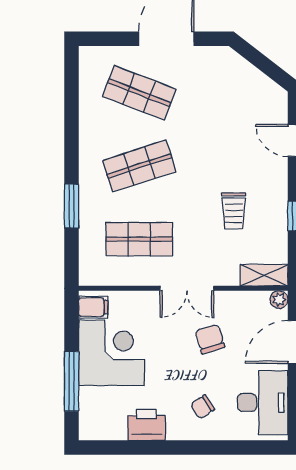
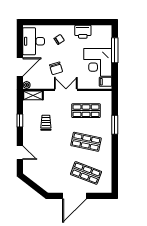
shop shelf: (139, 166) -> (86, 142), turned 30

